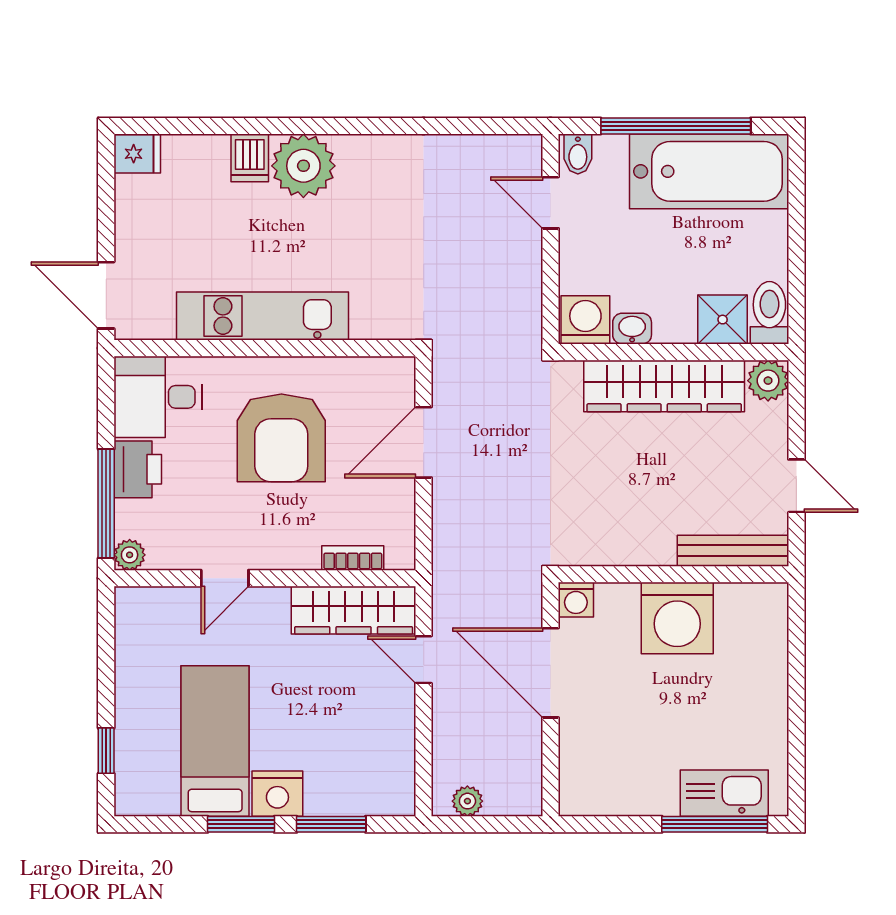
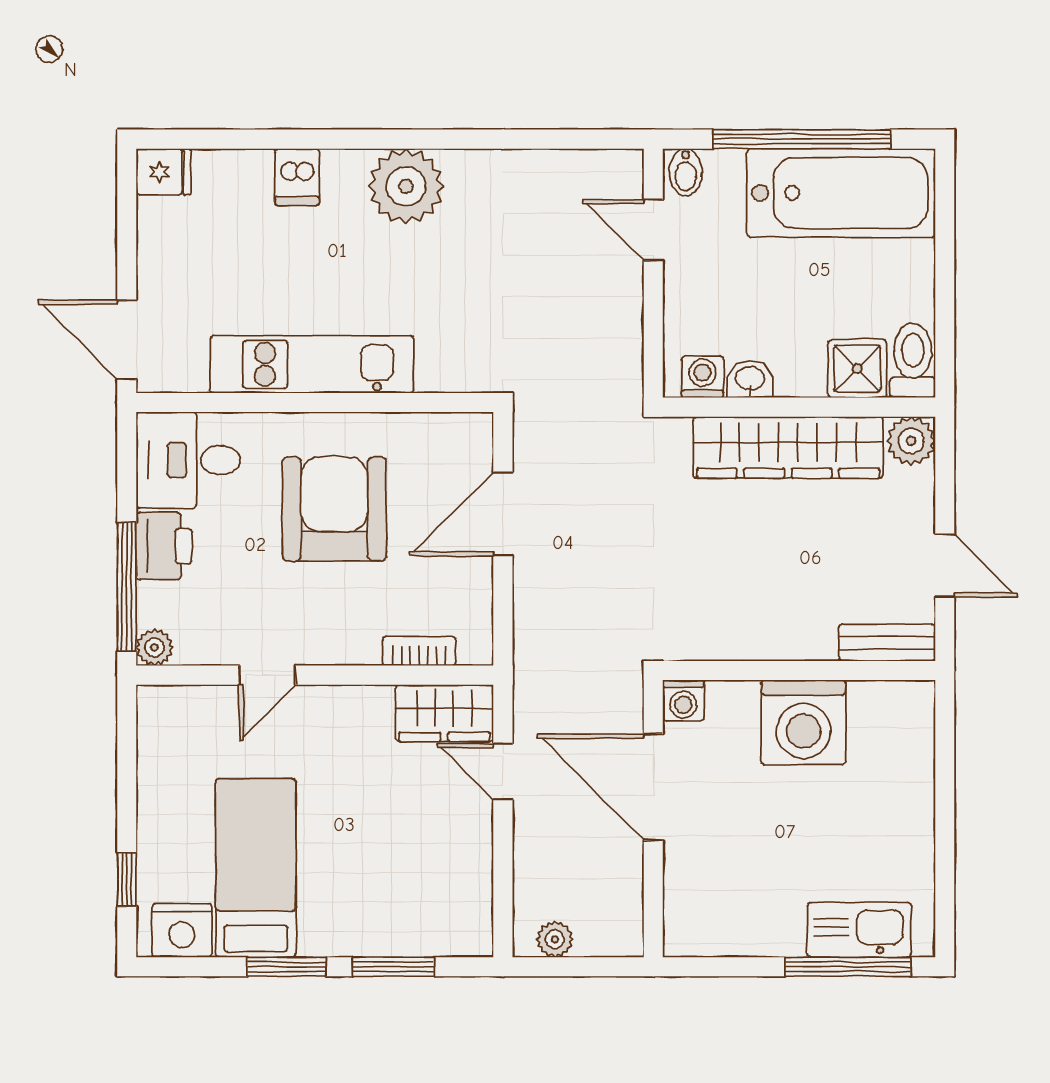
plant: (303, 166) -> (406, 186), moved
washing machine: (585, 320) -> (703, 377), width x0.73, depth x0.73
armchair: (281, 438) -> (334, 509), turned 180
bench: (733, 551) -> (887, 643), width x0.73
wardrobe: (354, 610) -> (444, 713), width x0.67
nightstand: (277, 794) -> (182, 930), moved

